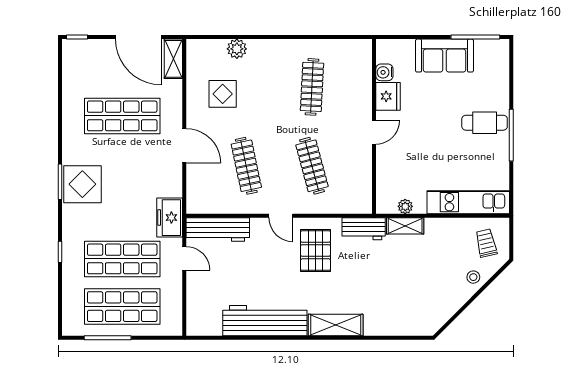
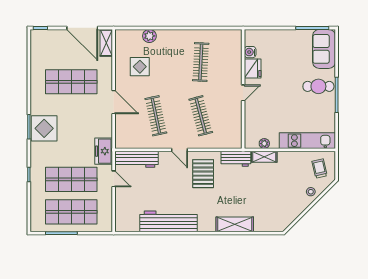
sofa: (444, 56) -> (324, 49), moved, turned 90
shelving: (336, 325) -> (235, 224), moved

